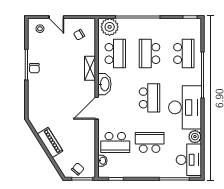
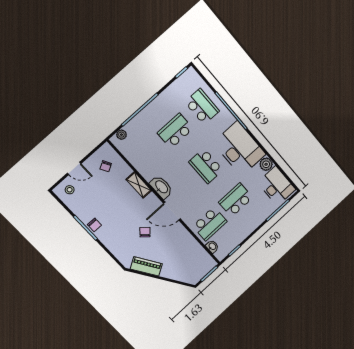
plant: (110, 27) -> (121, 135), width x0.53, depth x0.53
school desk: (115, 53) -> (148, 155), removed
school desk: (150, 53) -> (175, 131), turned 90
school desk: (150, 98) -> (206, 166), turned 180
door: (97, 108) -> (172, 211), hinge flipped
piano: (50, 143) -> (146, 266), moved
chair: (78, 169) -> (145, 232), moved

